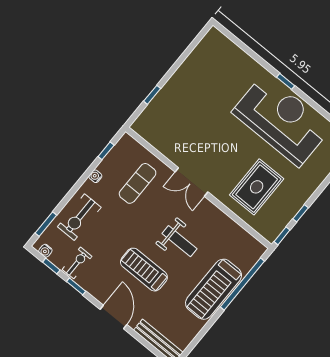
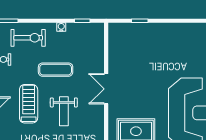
exercise mat: (138, 183) -> (56, 70), moved
exercise bike: (79, 217) -> (28, 38), turned 180

